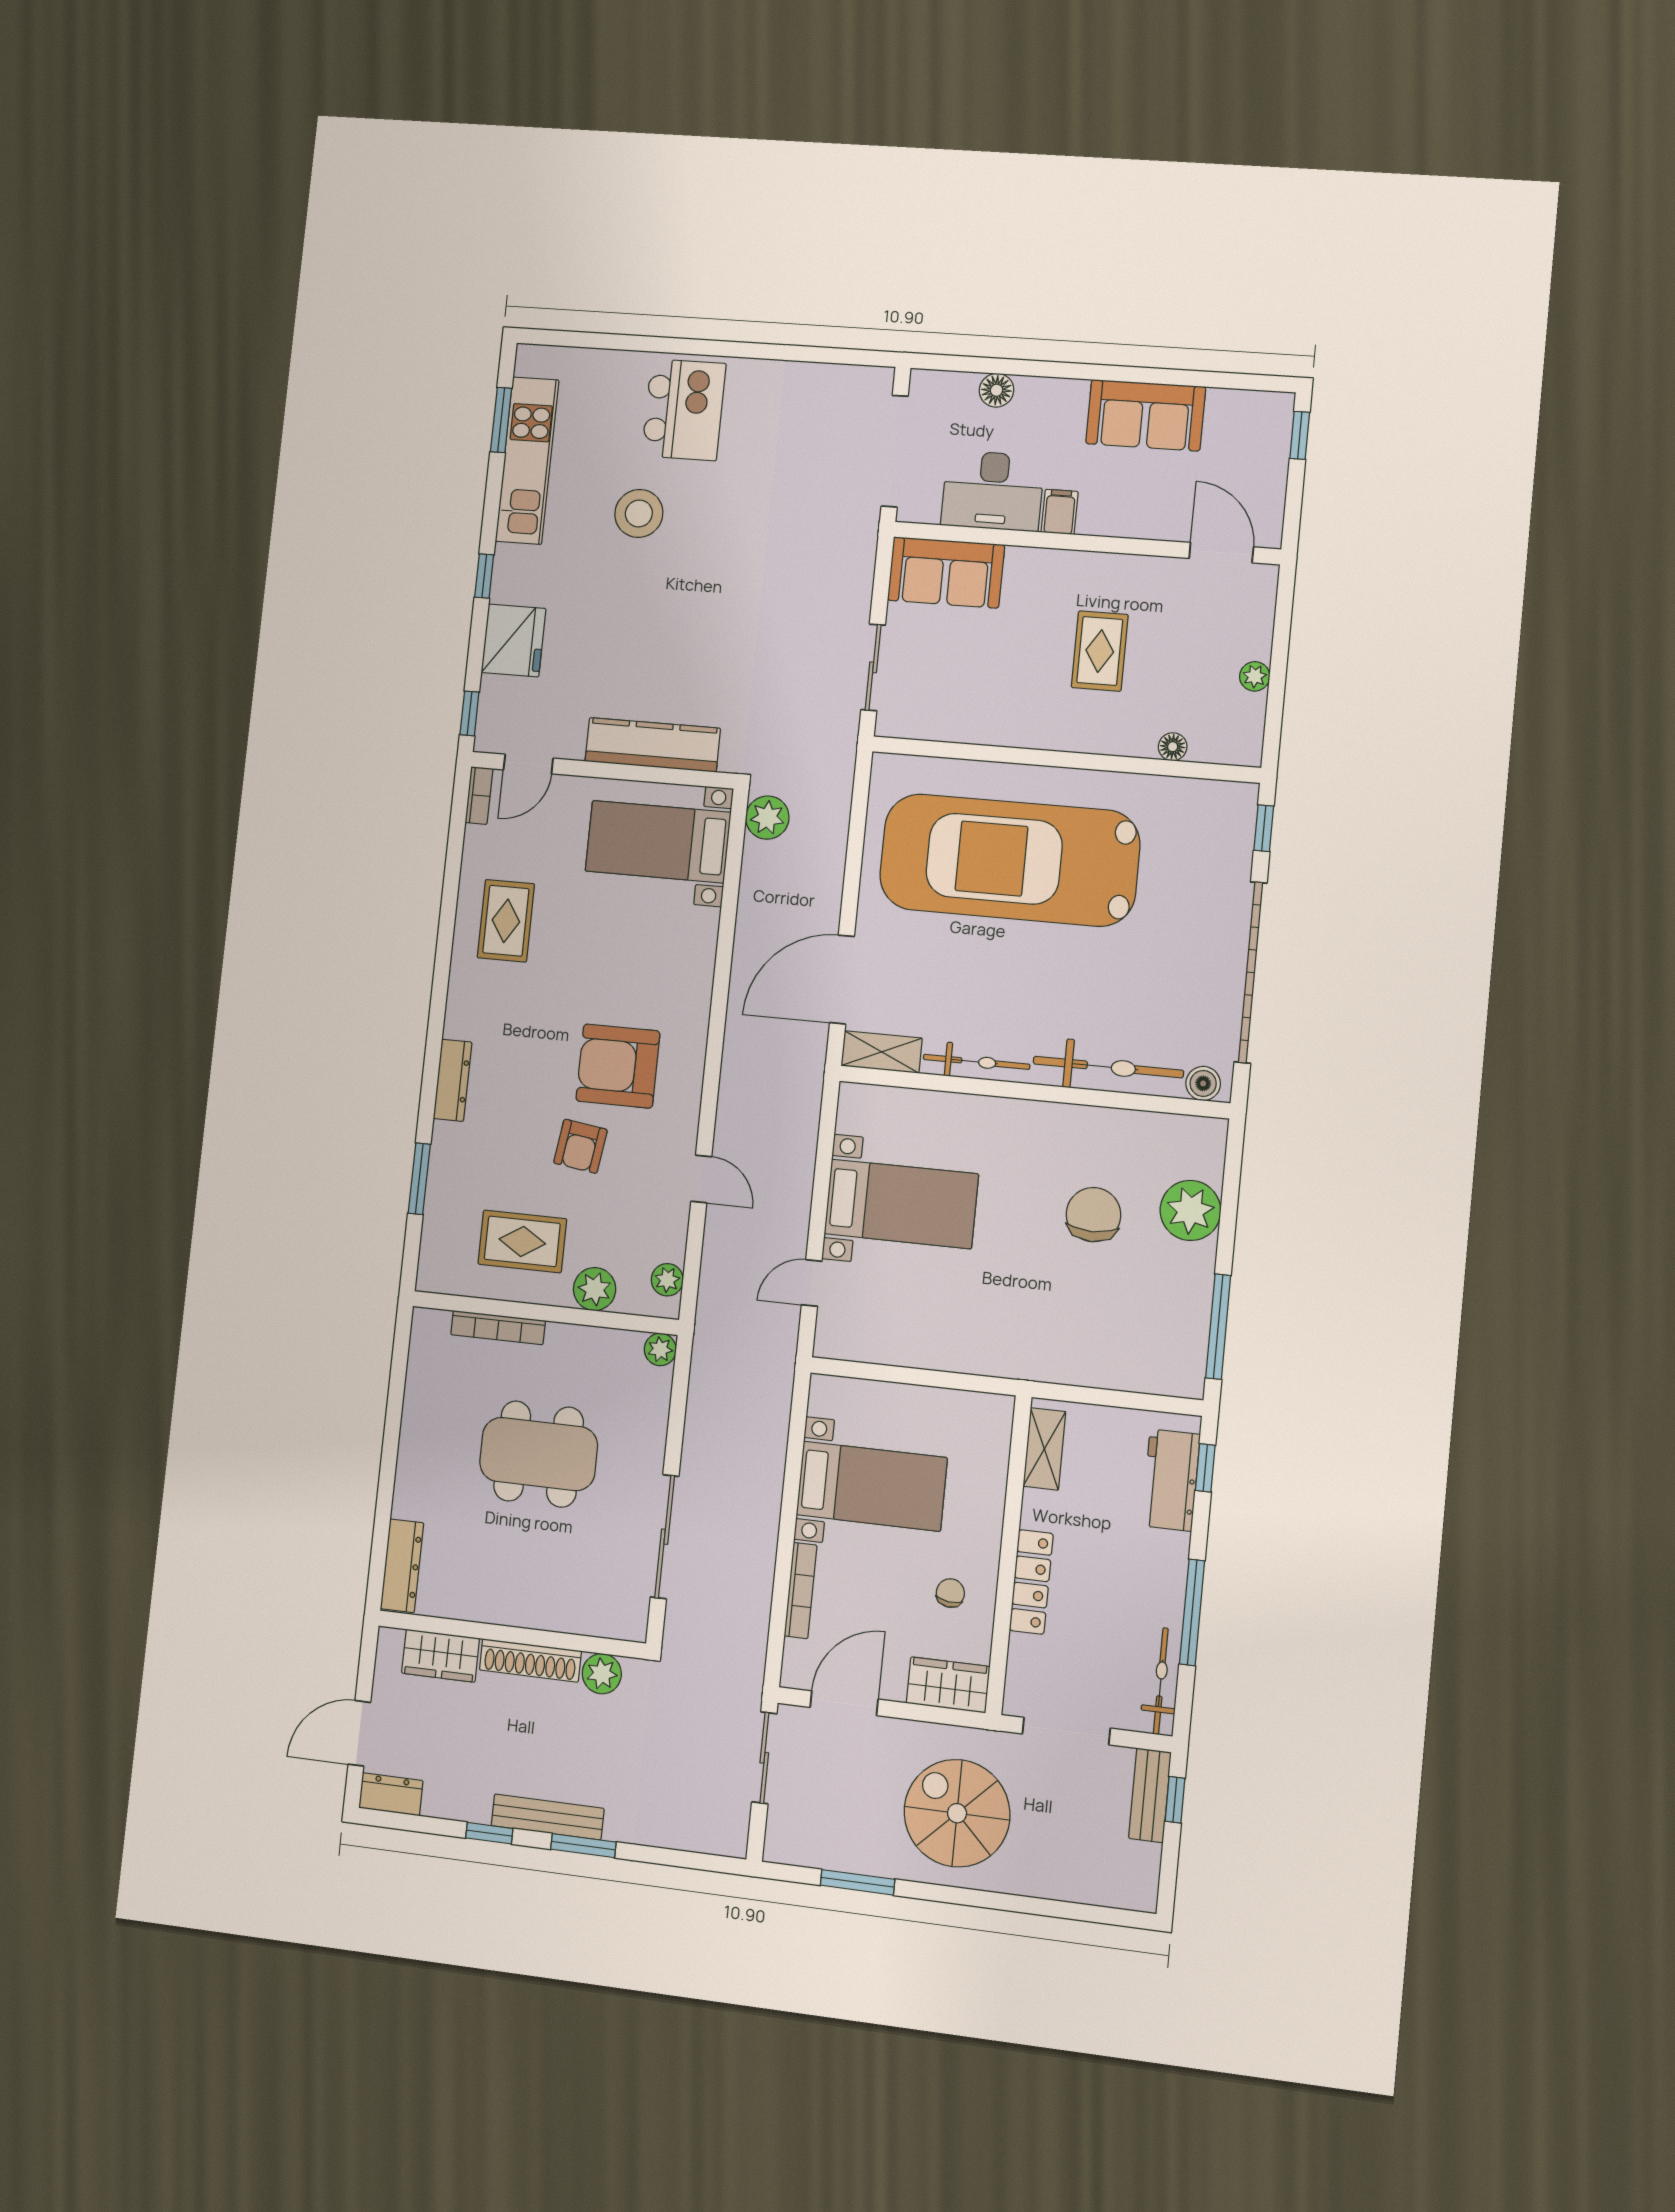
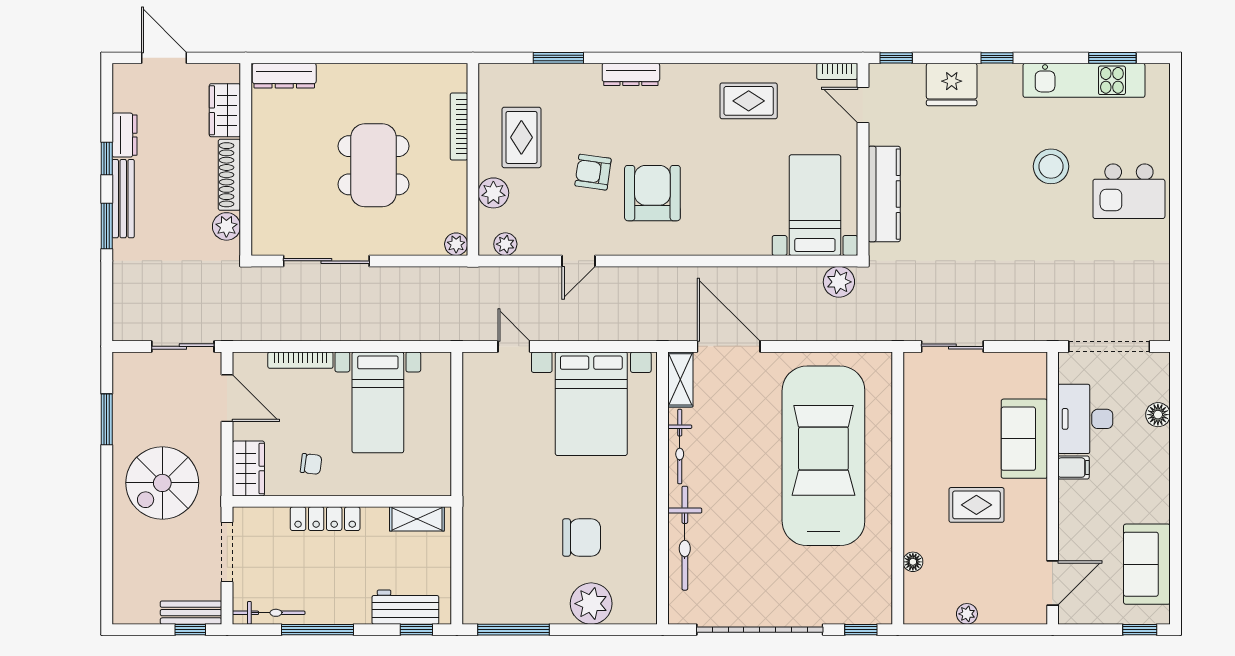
sofa: (1146, 415) -> (1147, 564), moved
sofa: (946, 573) -> (1024, 439), moved
boiler: (1203, 1083) -> (680, 604), removed
bed with nightstands: (901, 1204) -> (591, 404), width x1.36
dresser: (391, 1794) -> (125, 135), moved
spiral stairs: (957, 1813) -> (162, 483), turned 180

